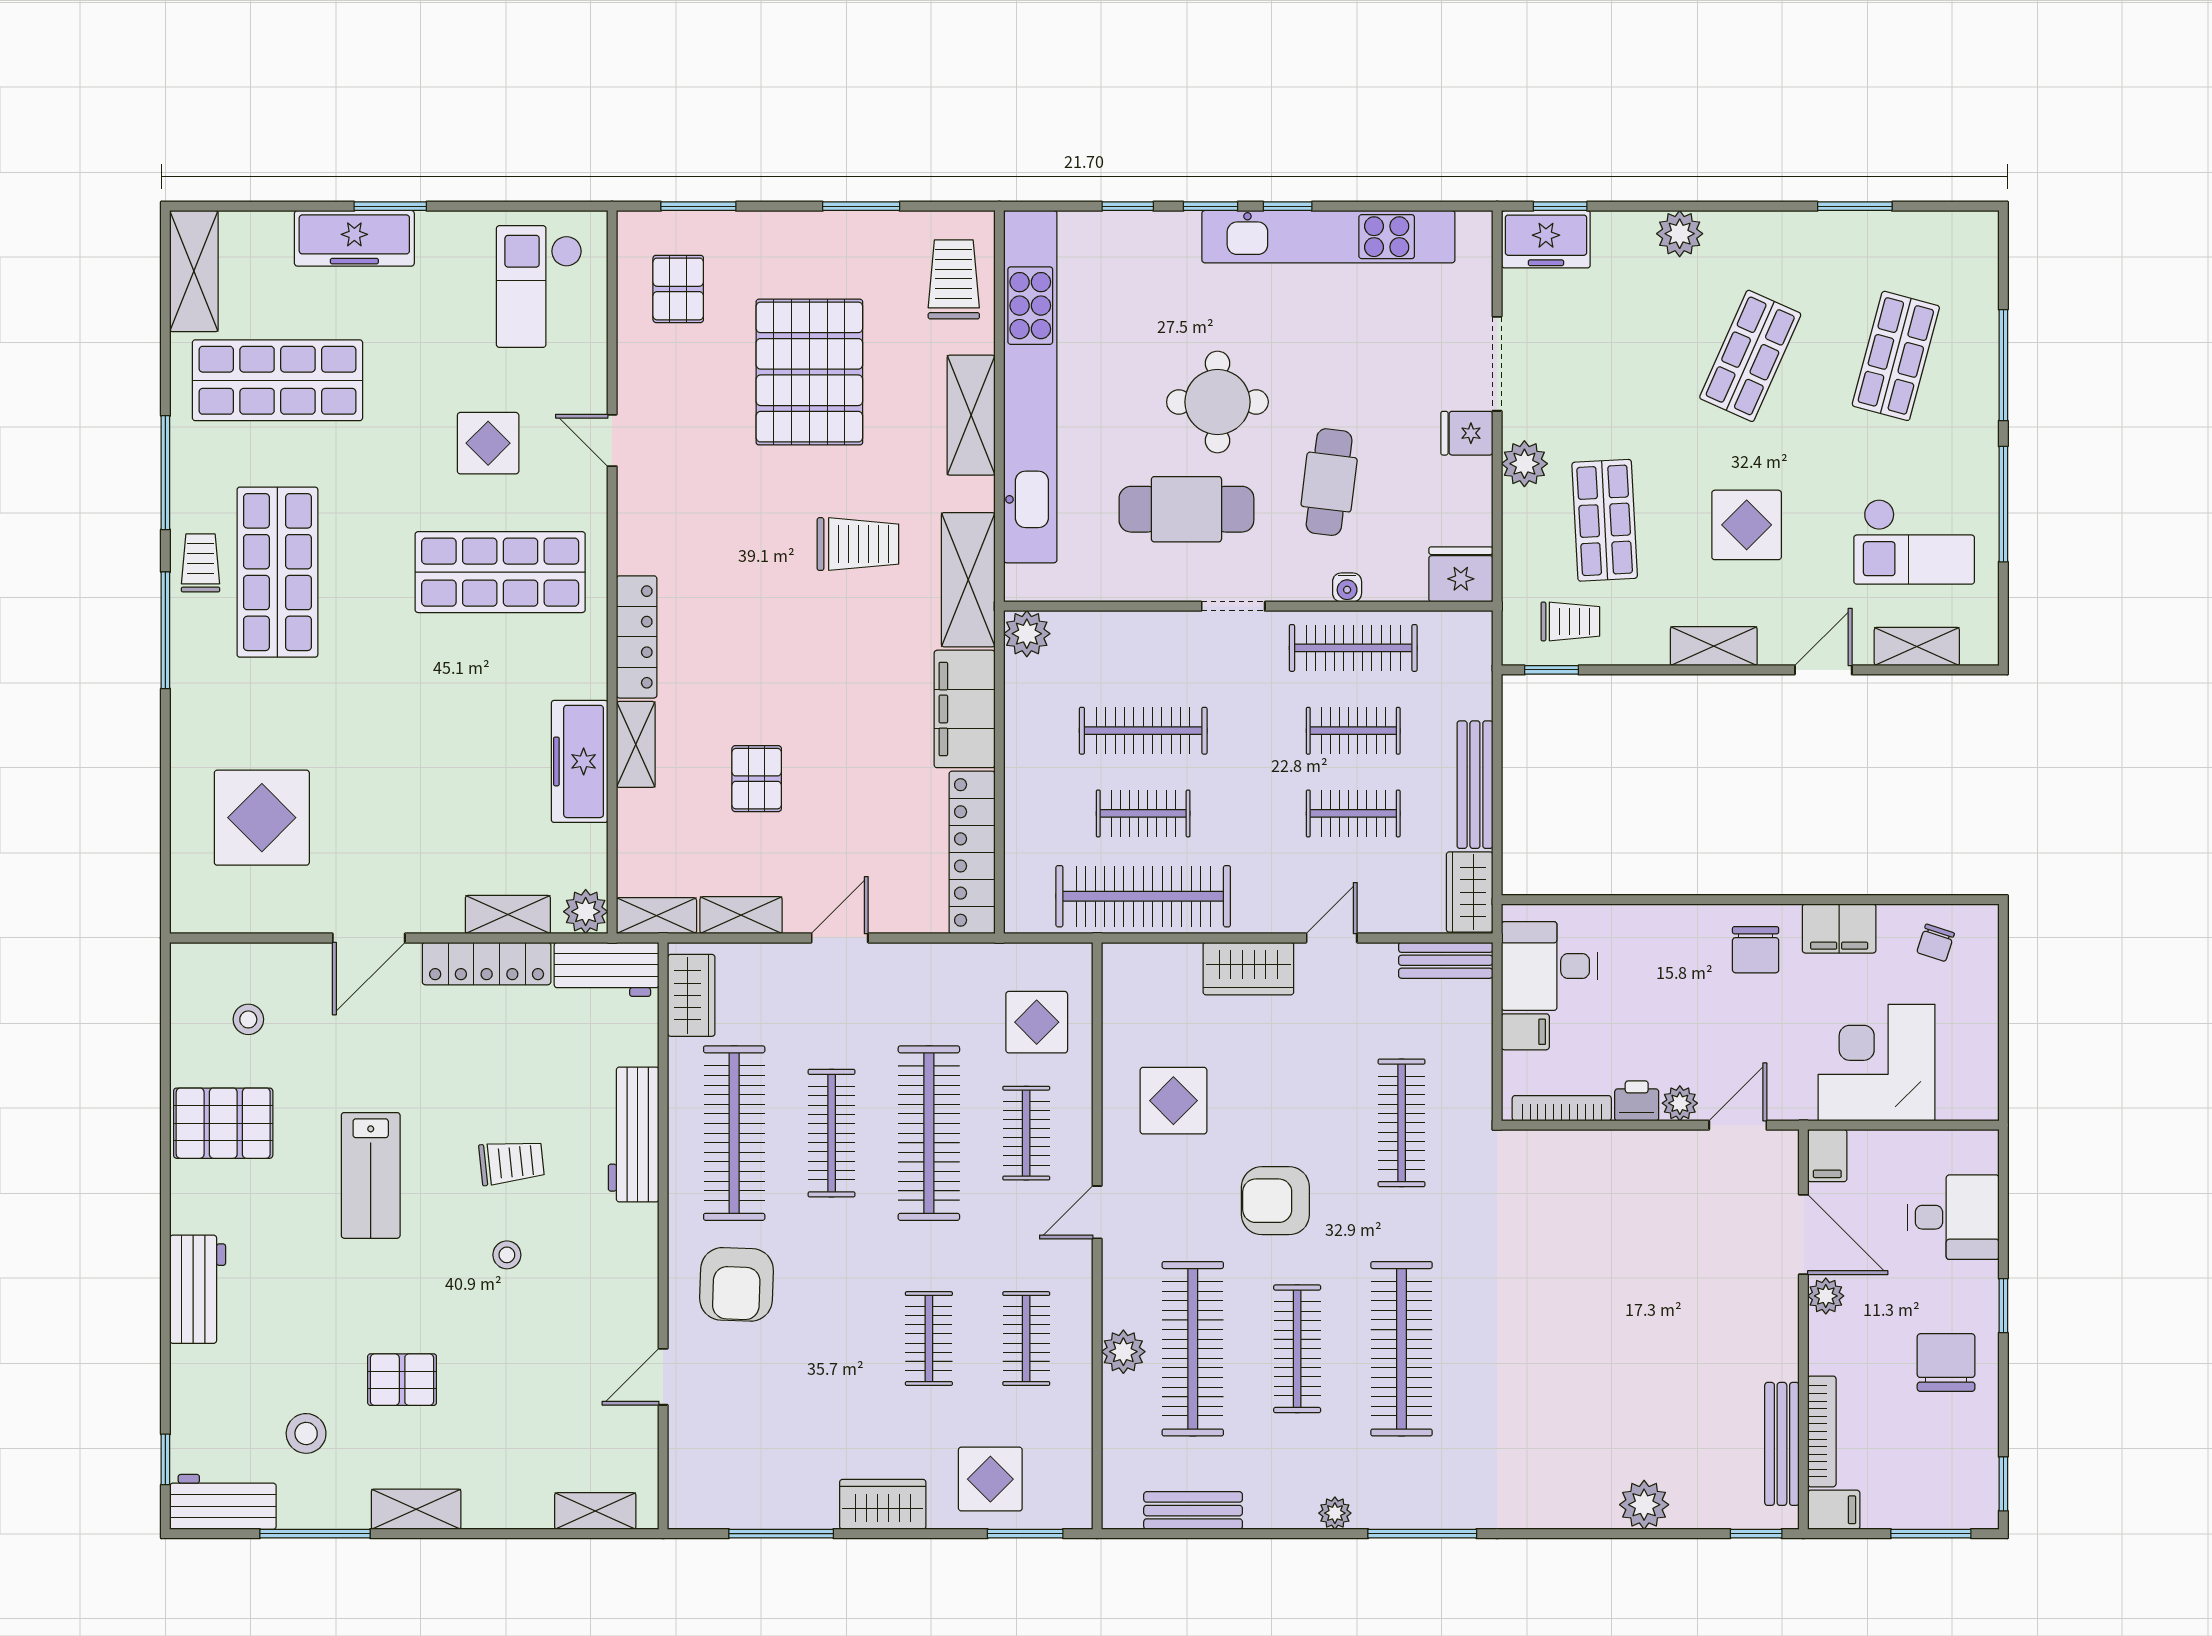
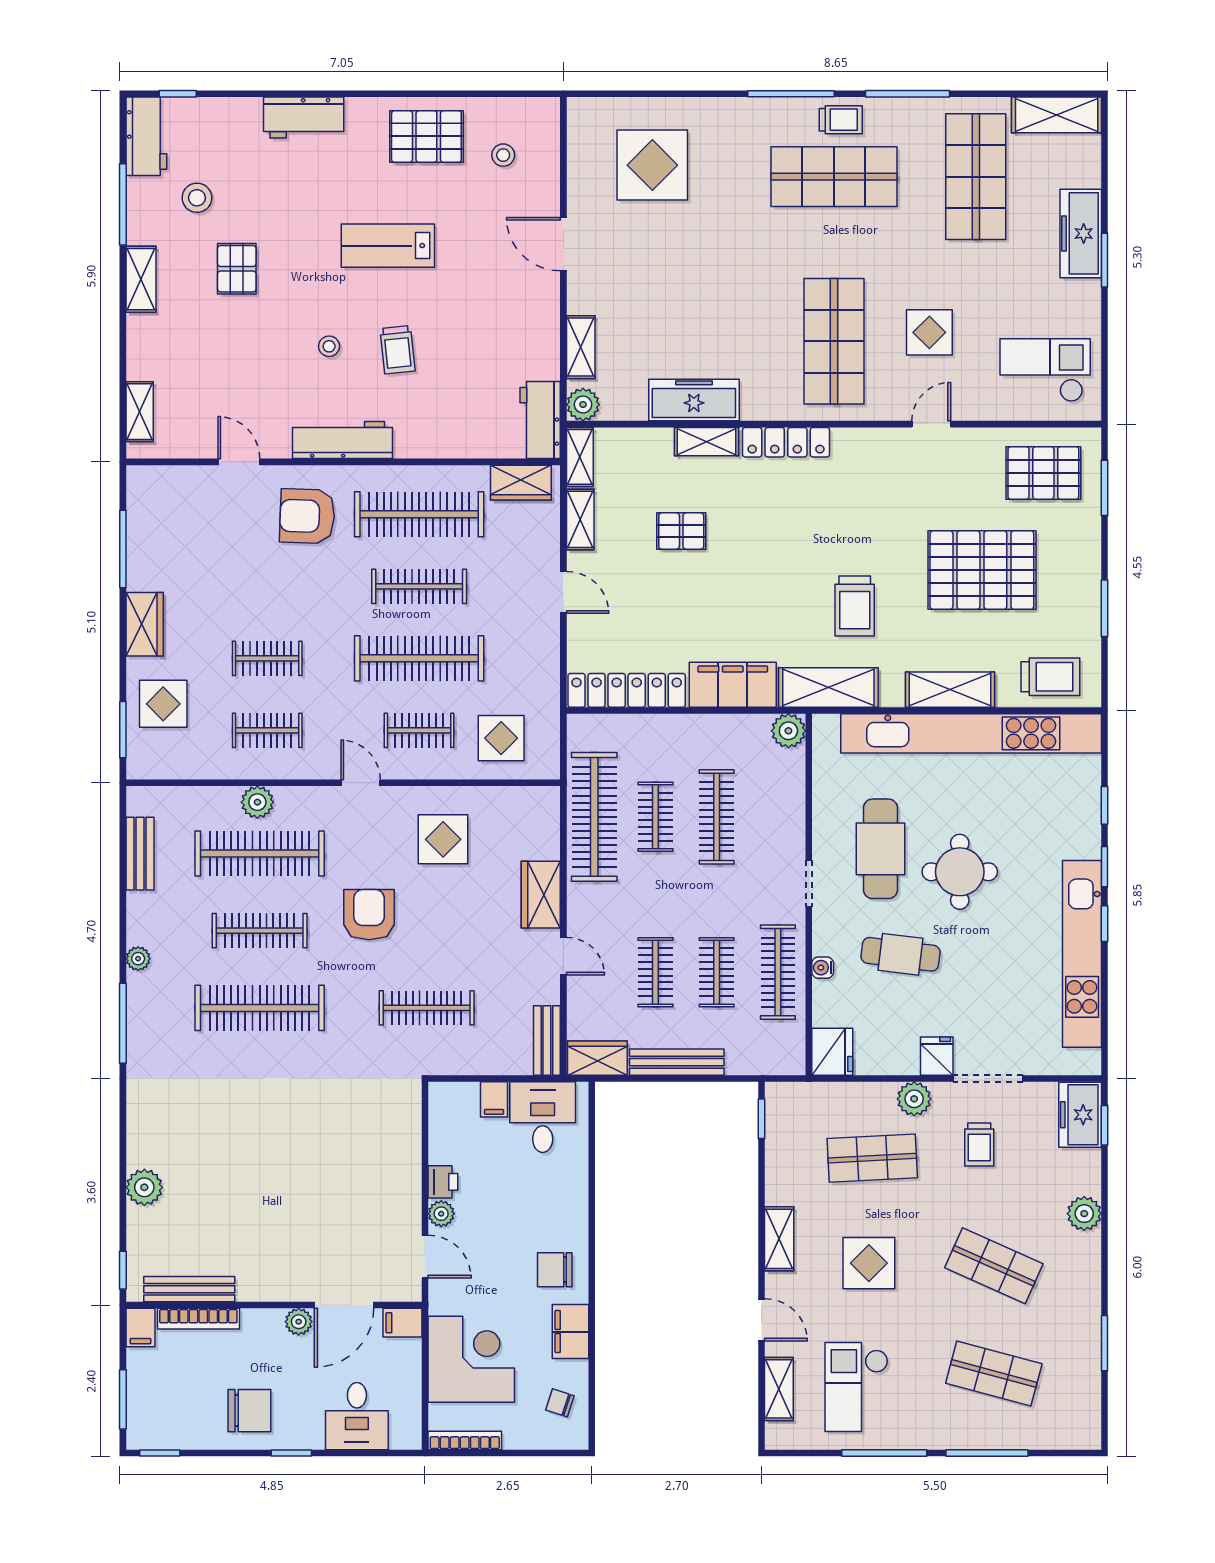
pallet: (678, 289) -> (1043, 473), width x1.50, depth x1.42
trolley: (1570, 621) -> (979, 1144), moved
locker: (487, 964) -> (544, 331), removed
bookcase: (1562, 1108) -> (465, 1440), moved, turned -90
pallet: (223, 1123) -> (426, 136), turned 90
workbench: (634, 1134) -> (343, 440), moved

